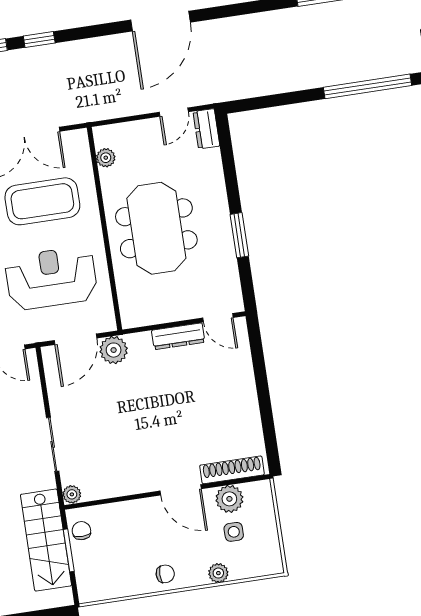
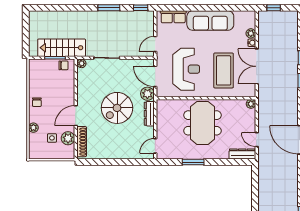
dresser: (206, 129) -> (242, 154), width x1.44
plant: (106, 158) -> (251, 104), moved
meeting table: (156, 228) -> (202, 123), turned 90
dresser: (178, 336) -> (149, 114), moved
spiral stairs: (152, 408) -> (117, 108), added

